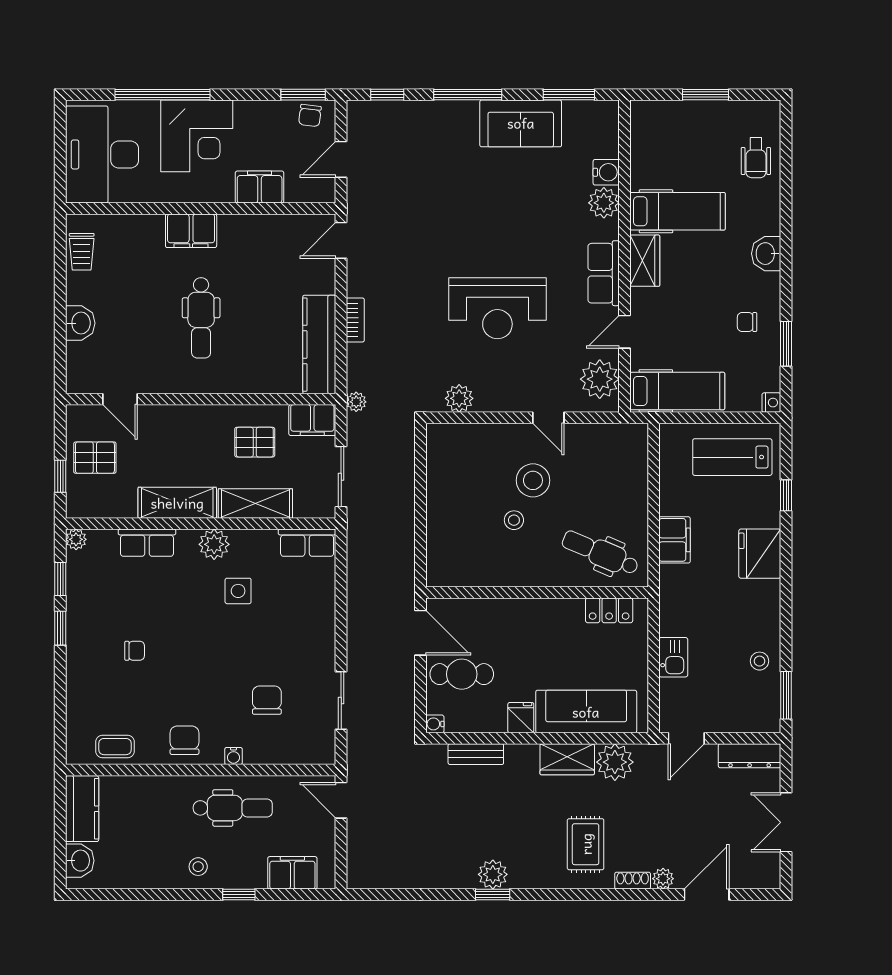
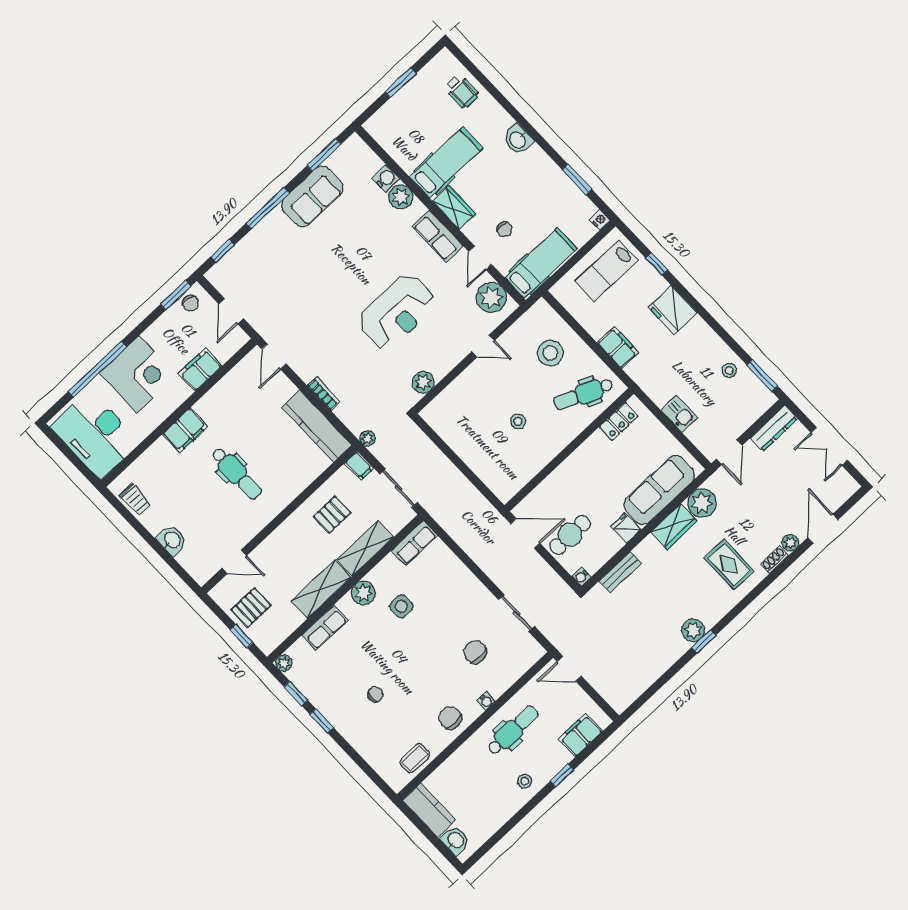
chair: (747, 322) -> (504, 229), moved, turned -90
filing cabinet: (312, 420) -> (359, 466), width x0.50
stool: (533, 480) -> (550, 353), moved

